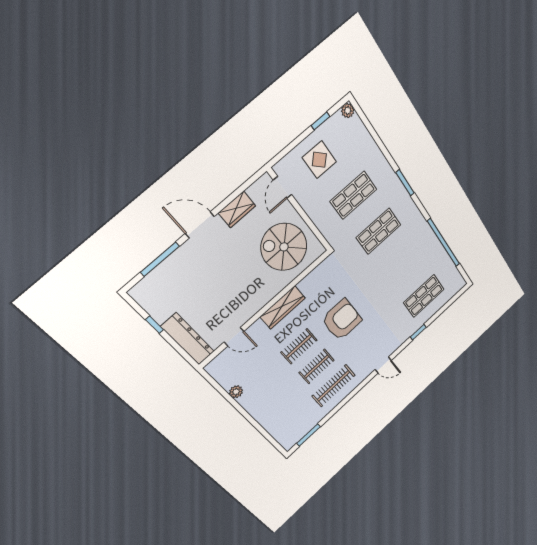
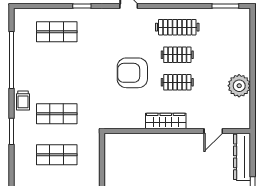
trolley: (413, 218) -> (23, 101), added
spiral stairs: (284, 247) -> (132, 161), removed
door: (234, 337) -> (213, 131), swing flipped
plant: (236, 392) -> (239, 86), width x1.87, depth x1.87

